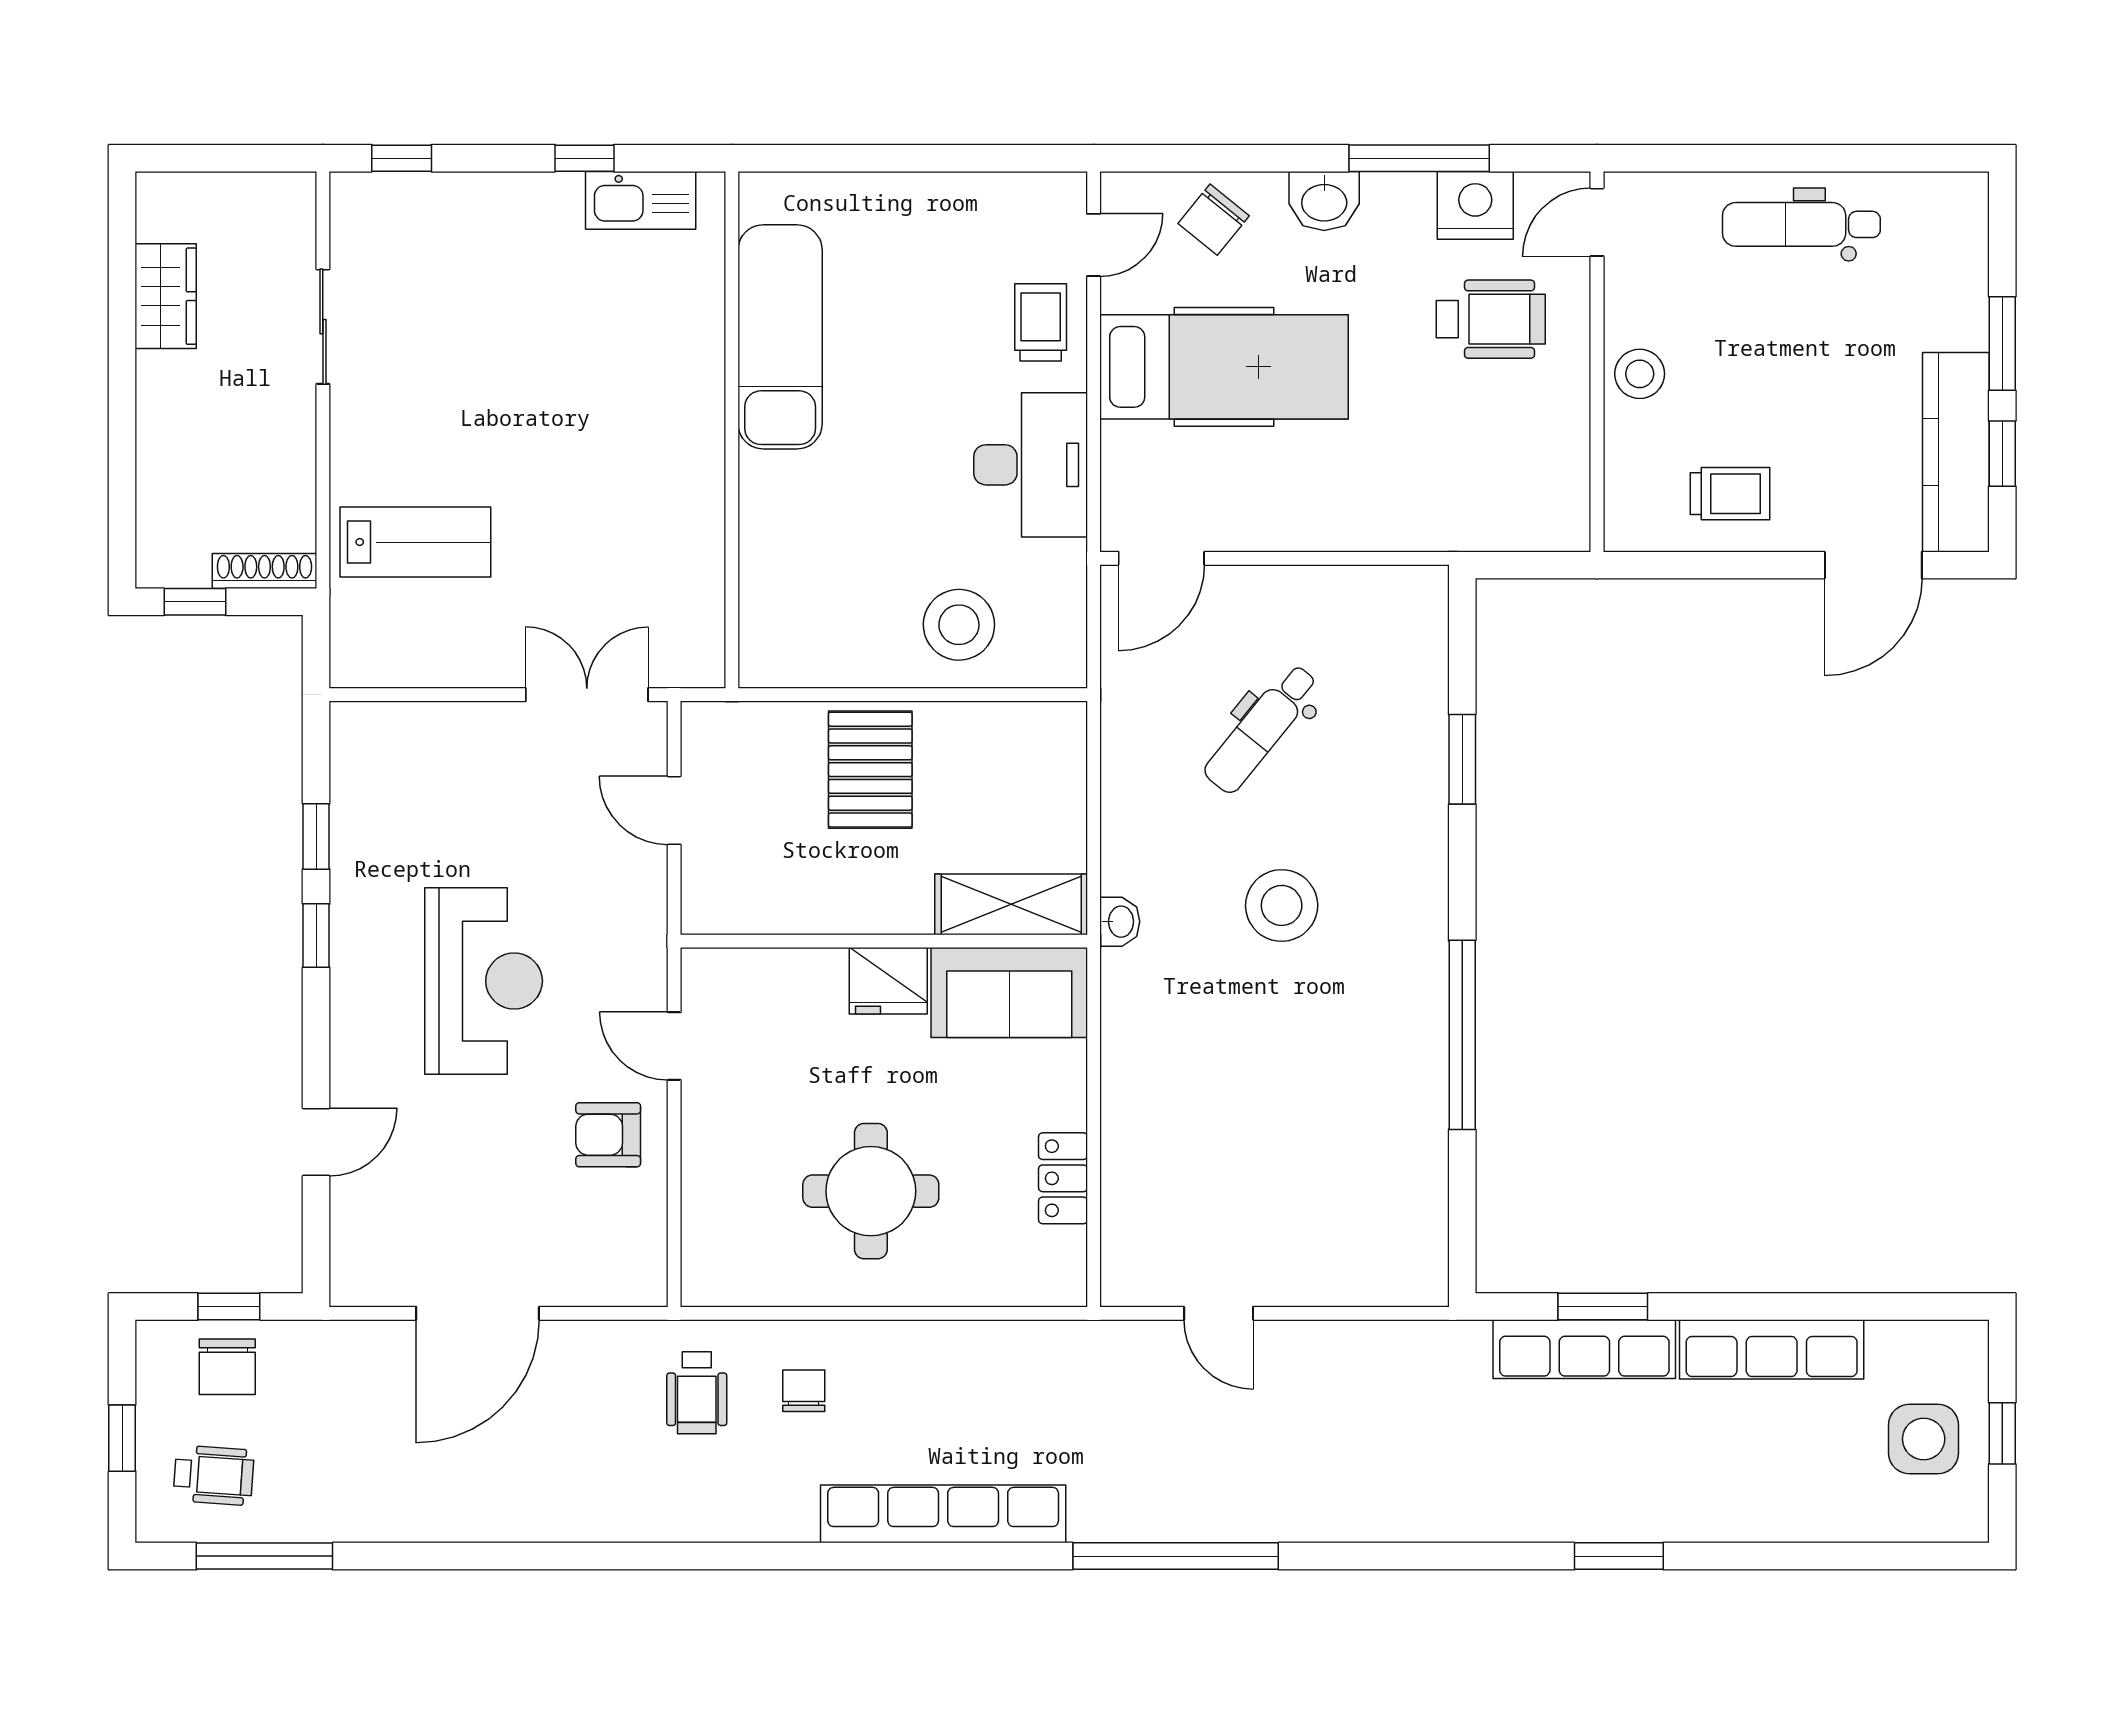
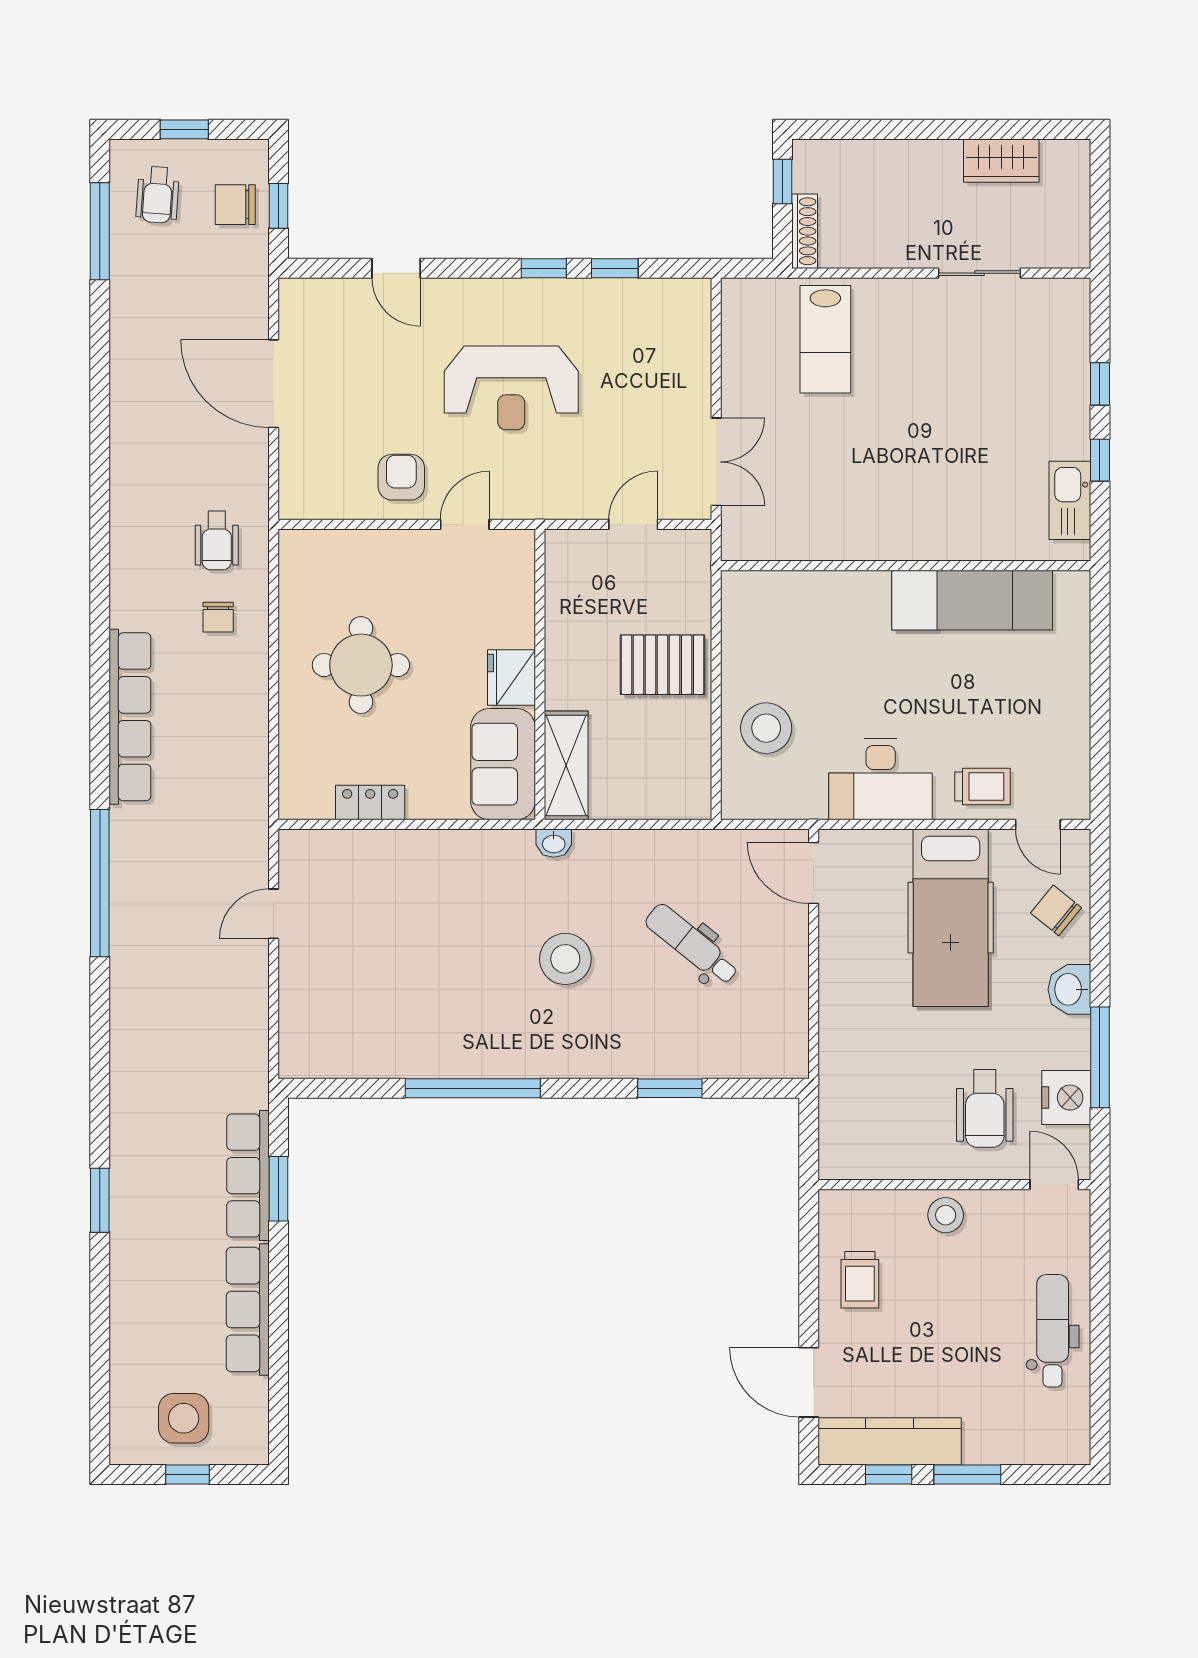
window: (402, 158) -> (1100, 384), moved
chair: (804, 1391) -> (218, 617), turned 90
wheelchair: (697, 1393) -> (217, 541), turned -90

